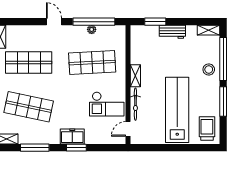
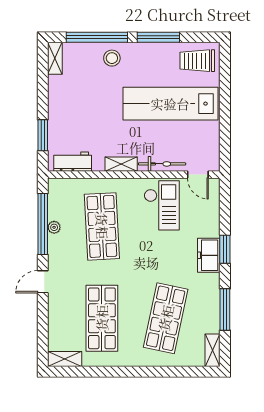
workbench: (172, 32) -> (73, 162), moved, turned -90

